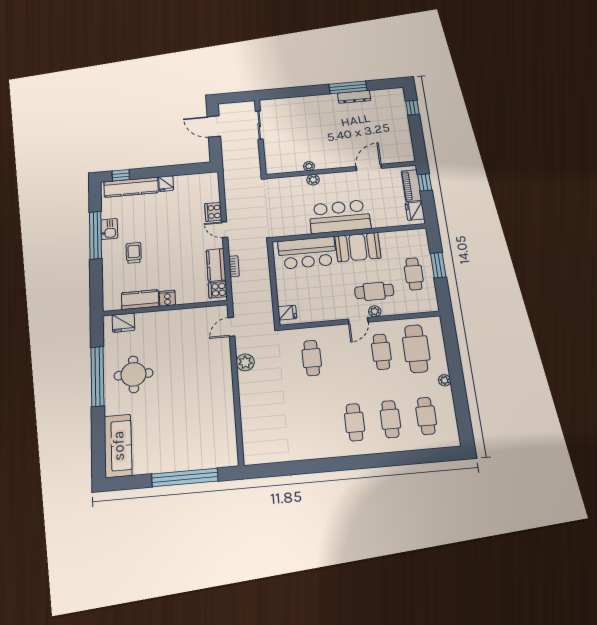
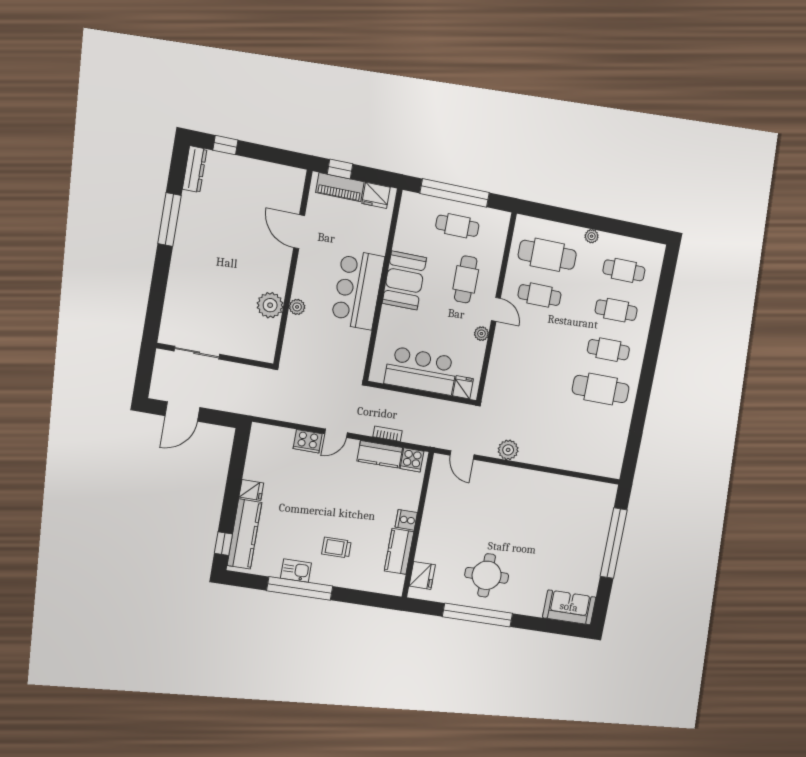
dresser: (354, 97) -> (195, 169), moved
plant: (309, 166) -> (270, 305), width x1.88, depth x1.88
bar counter: (307, 253) -> (421, 371), moved, turned -90
window: (438, 265) -> (455, 193), width x2.11
plant: (375, 311) -> (481, 334), moved
cafe table: (312, 358) -> (601, 389), moved, width x1.37, depth x1.35
sofa: (118, 446) -> (569, 607), width x0.73

